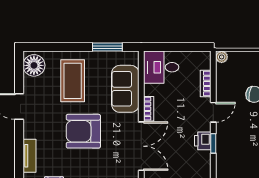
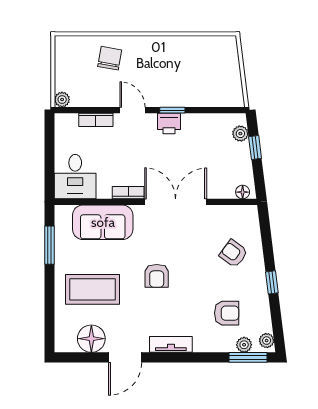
floor lamp: (34, 65) -> (91, 339), moved
armchair: (83, 131) -> (157, 276), width x0.53, depth x0.53
tv unit: (29, 156) -> (171, 344), moved

